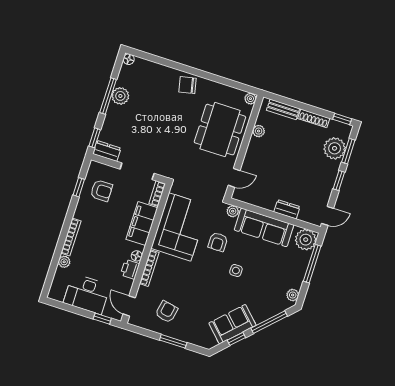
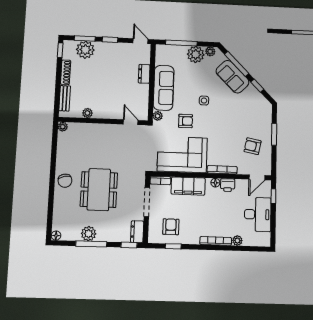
dining table: (220, 130) -> (99, 190), moved, turned 90
plant: (306, 240) -> (196, 54), moved
sofa: (232, 324) -> (232, 77), moved

